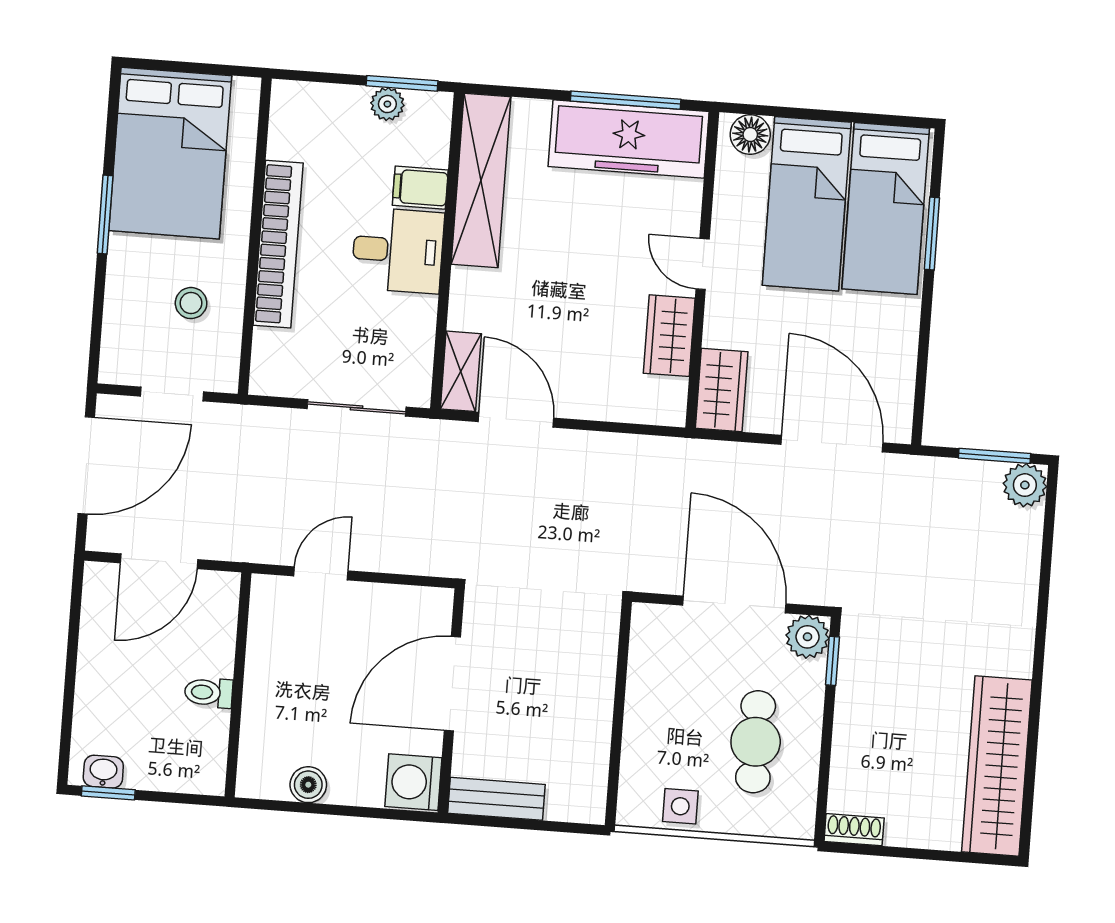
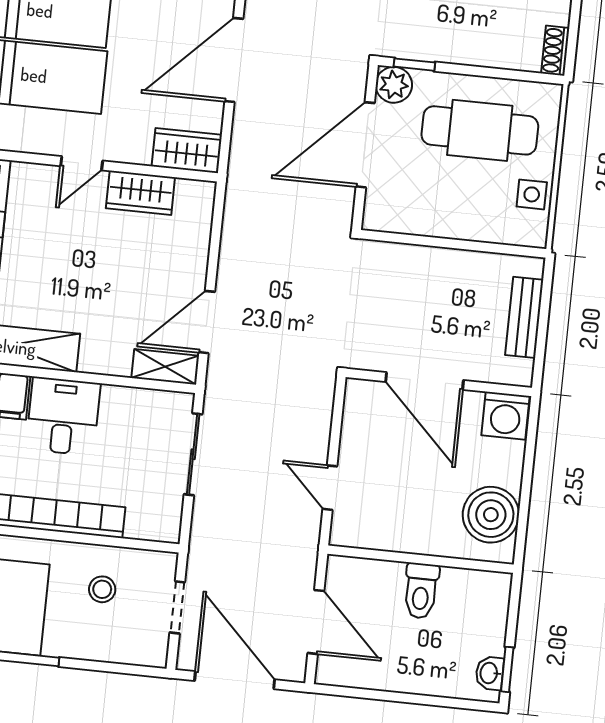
toilet: (209, 693) -> (421, 591), width x1.37, depth x1.39
cafe table: (756, 742) -> (480, 130), width x1.37, depth x1.35
boiler: (308, 785) -> (491, 515), width x1.86, depth x1.86
bench: (496, 799) -> (524, 317), moved

